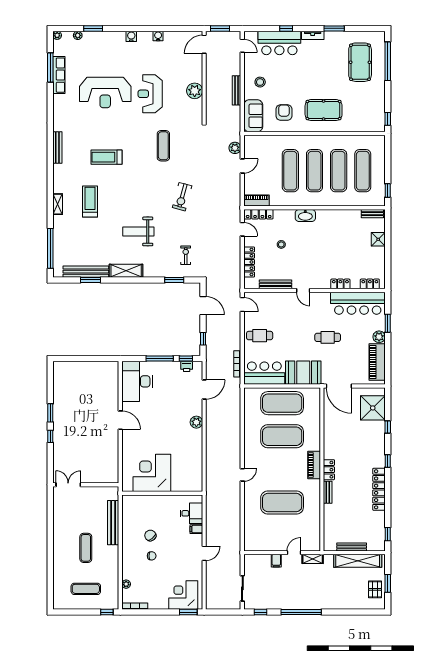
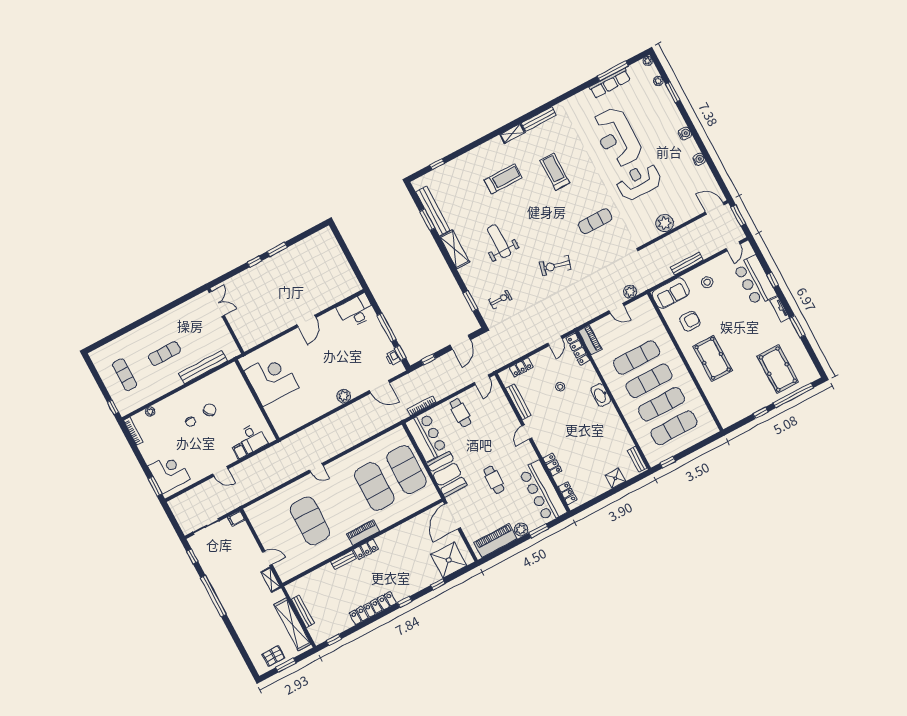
pool table: (360, 62) -> (778, 369), turned 90
window: (388, 119) -> (761, 413), moved
shelving: (58, 204) -> (512, 133), moved
window: (50, 248) -> (437, 164), width x0.32
locker: (249, 262) -> (521, 367), width x0.66
desk: (137, 381) -> (356, 311), width x0.73, depth x0.77
filing cabinet: (276, 561) -> (236, 519), moved

